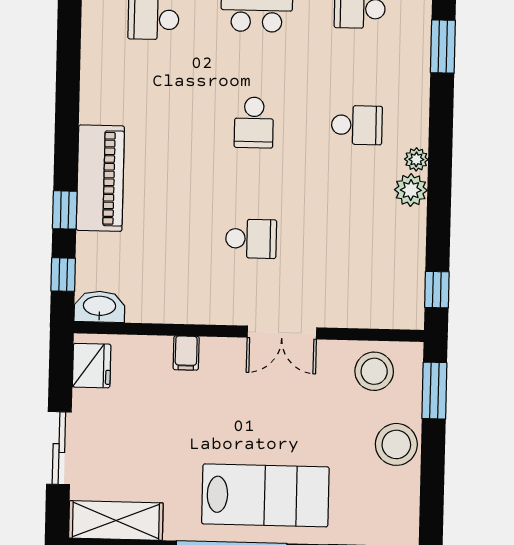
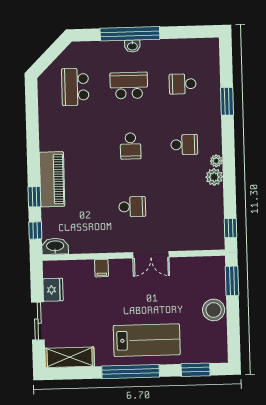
fridge: (92, 366) -> (53, 290), moved
stool: (374, 371) -> (200, 272), removed

